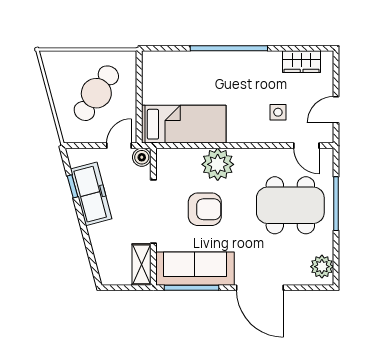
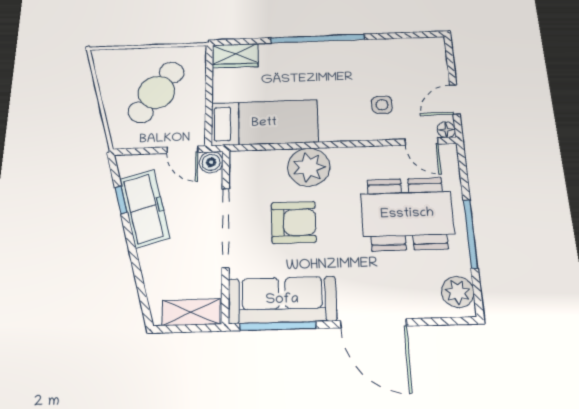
wardrobe: (302, 62) -> (235, 56), moved
floor lamp: (327, 136) -> (446, 130), added
door: (119, 146) -> (182, 150), swing flipped
window: (336, 204) -> (471, 234), moved
shelving: (142, 264) -> (191, 312), moved, turned 90

